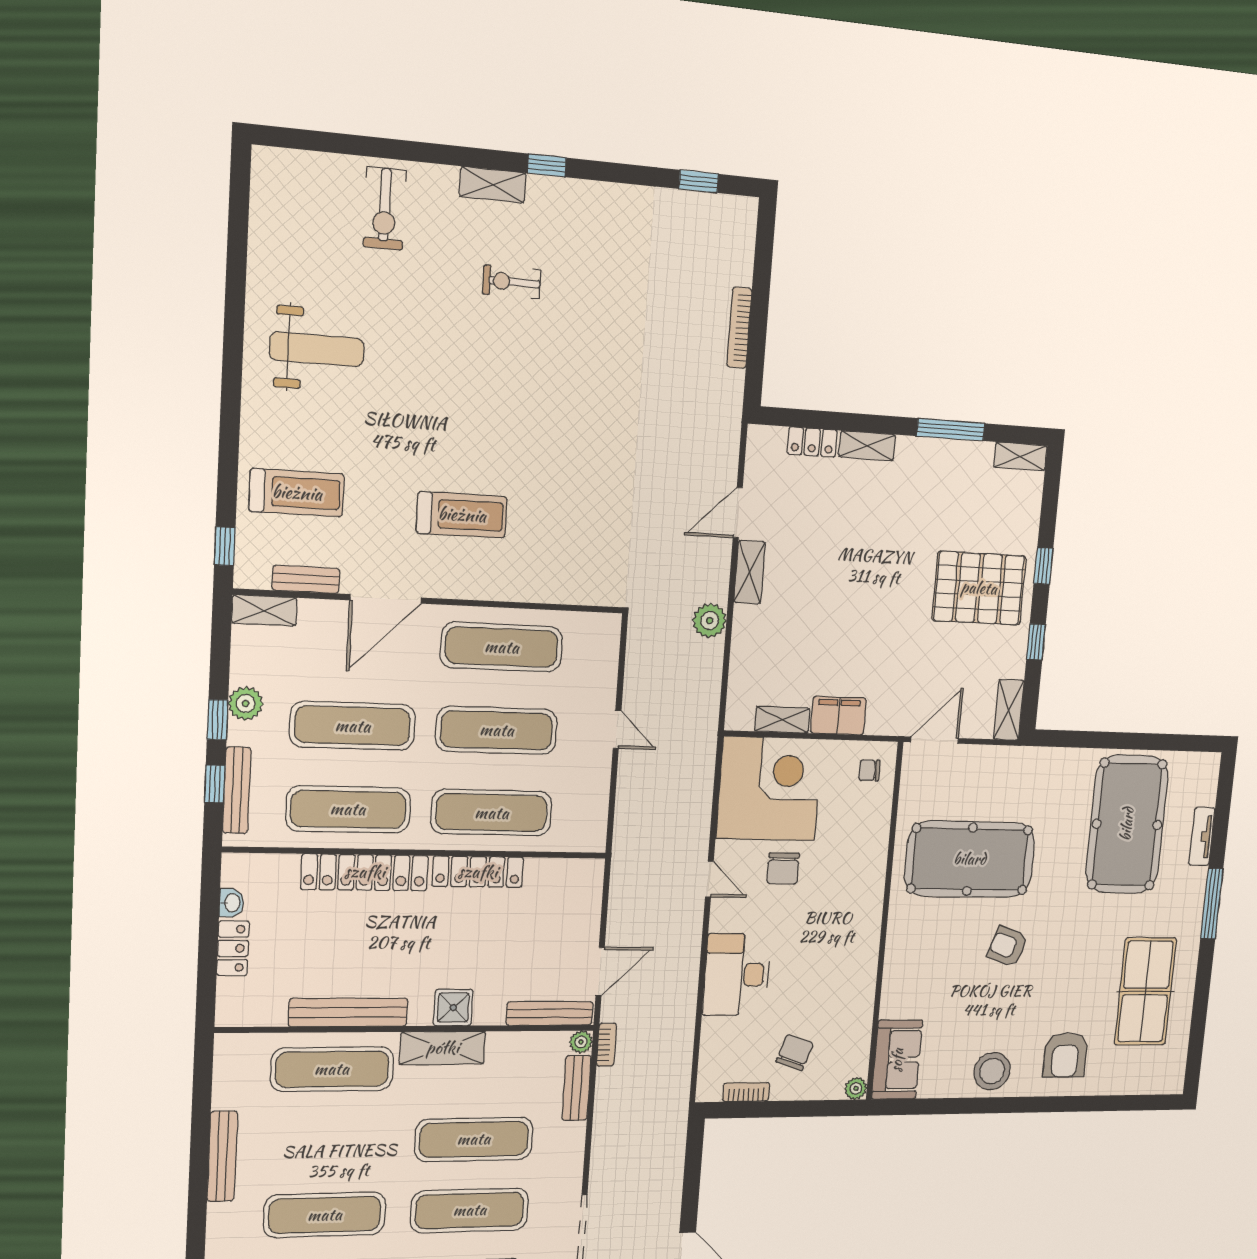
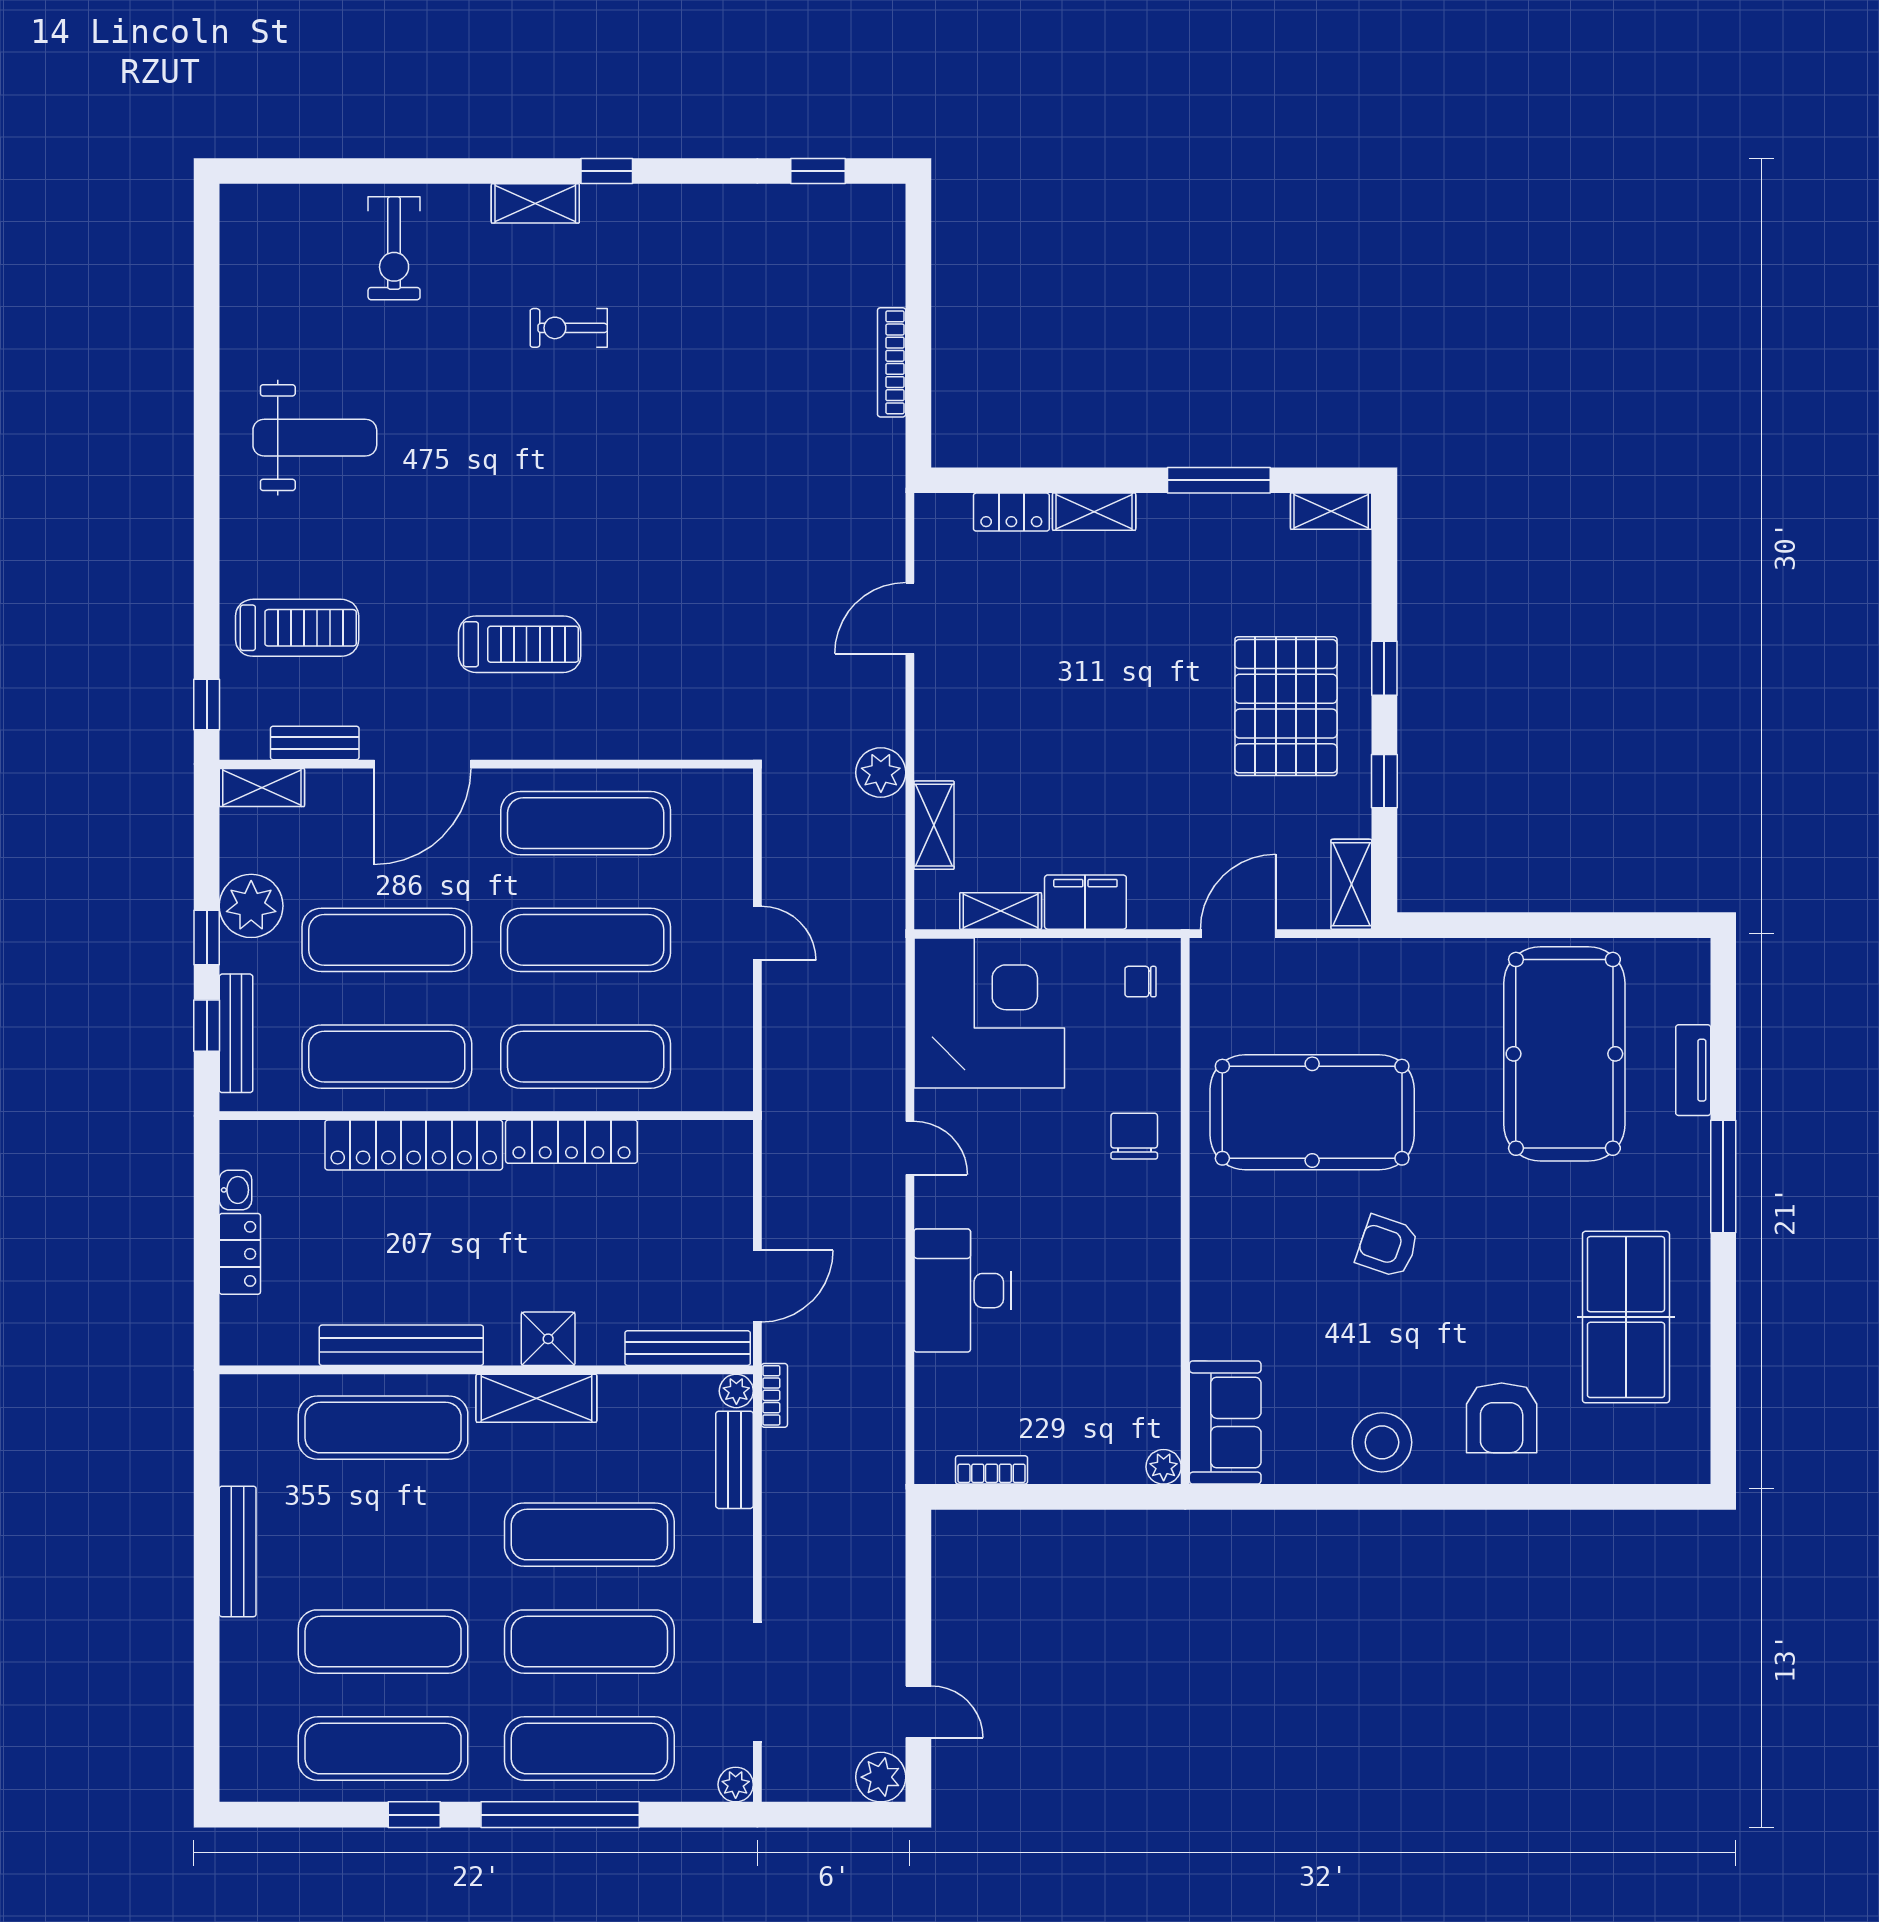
shelving: (750, 572) -> (934, 825), moved
pallet: (979, 588) -> (1286, 706), turned 90
plant: (246, 703) -> (251, 906), width x1.36, depth x1.36
chair: (783, 868) -> (1134, 1136), moved, turned 180
chair: (795, 1053) -> (1062, 1410), removed

